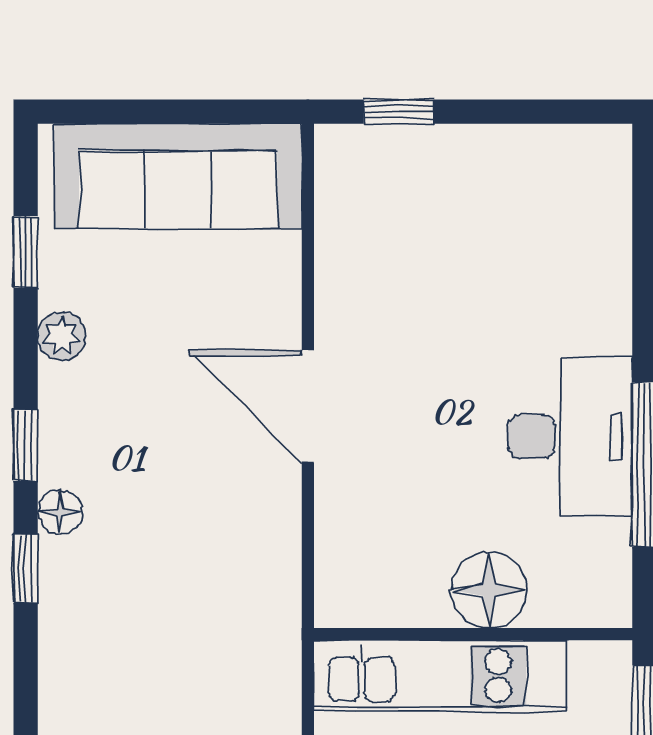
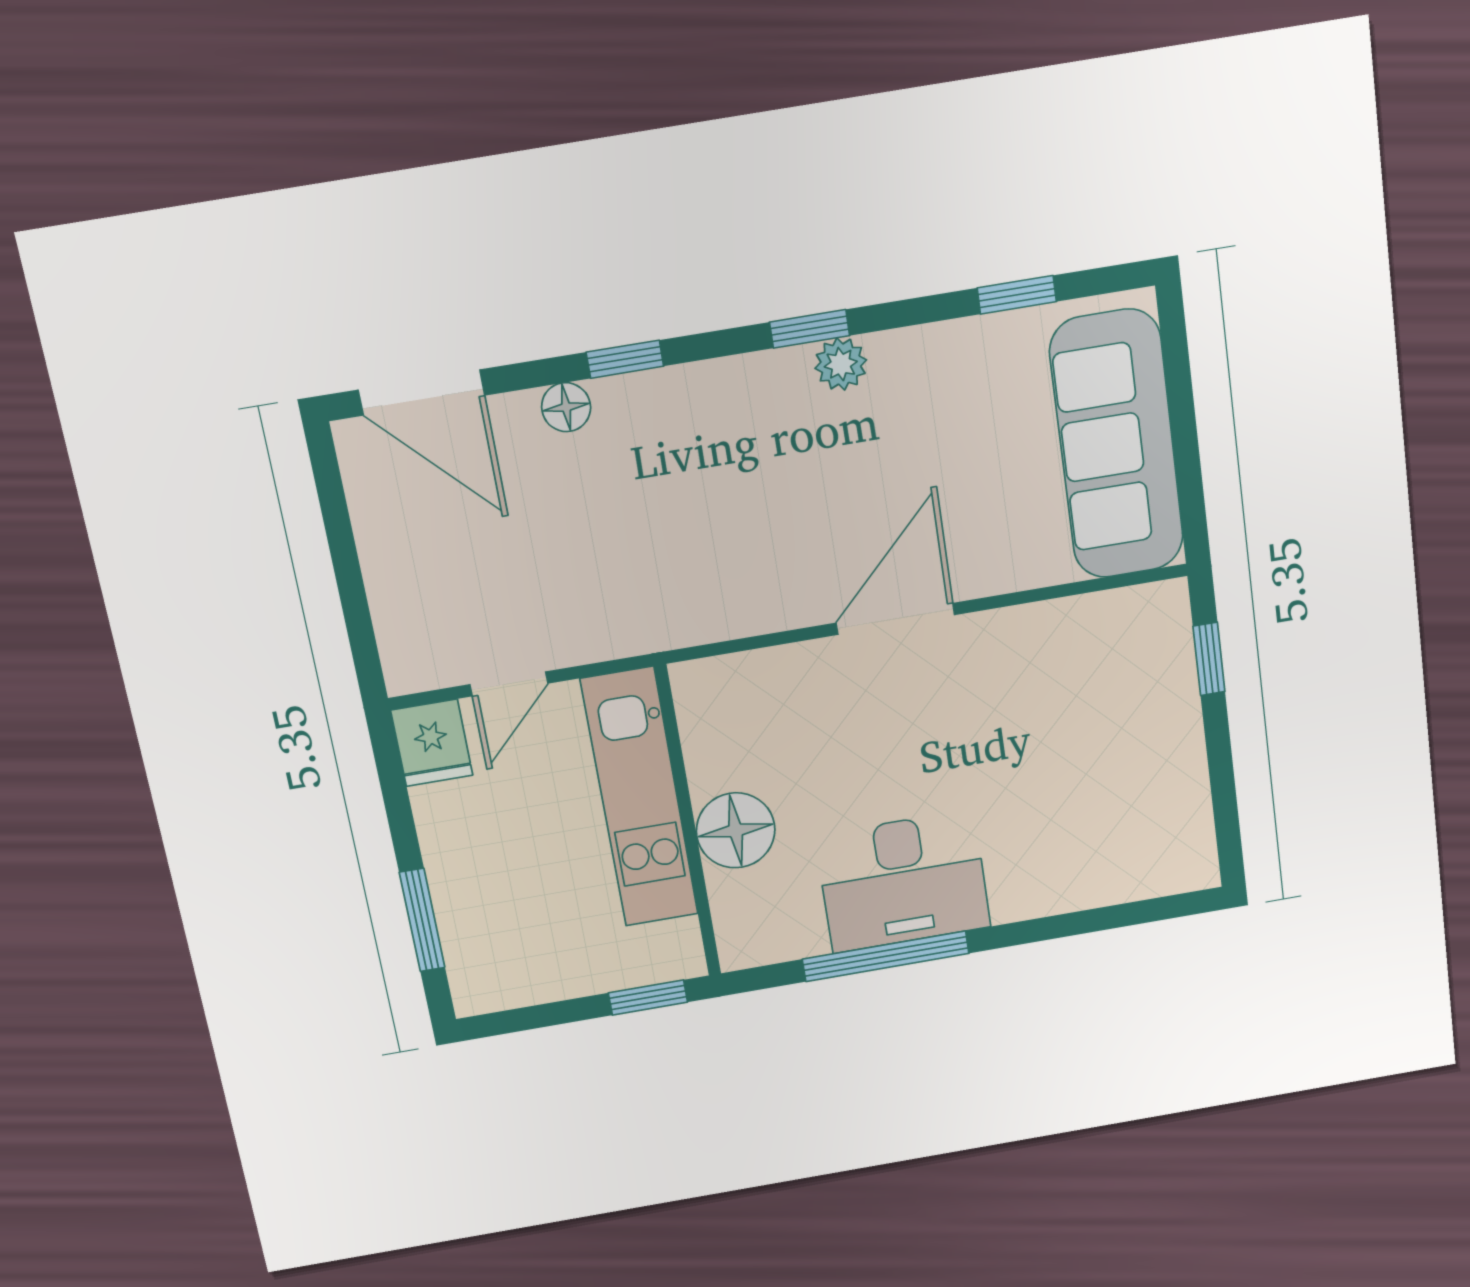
plant: (62, 336) -> (841, 364), moved
floor lamp: (60, 512) -> (566, 407), moved
window: (26, 569) -> (625, 359), moved

